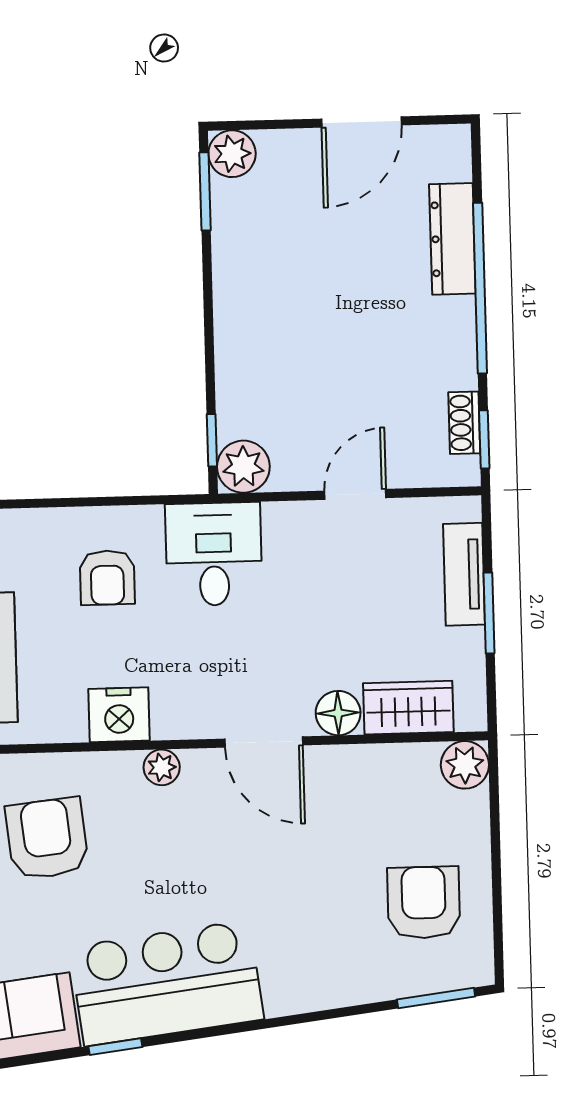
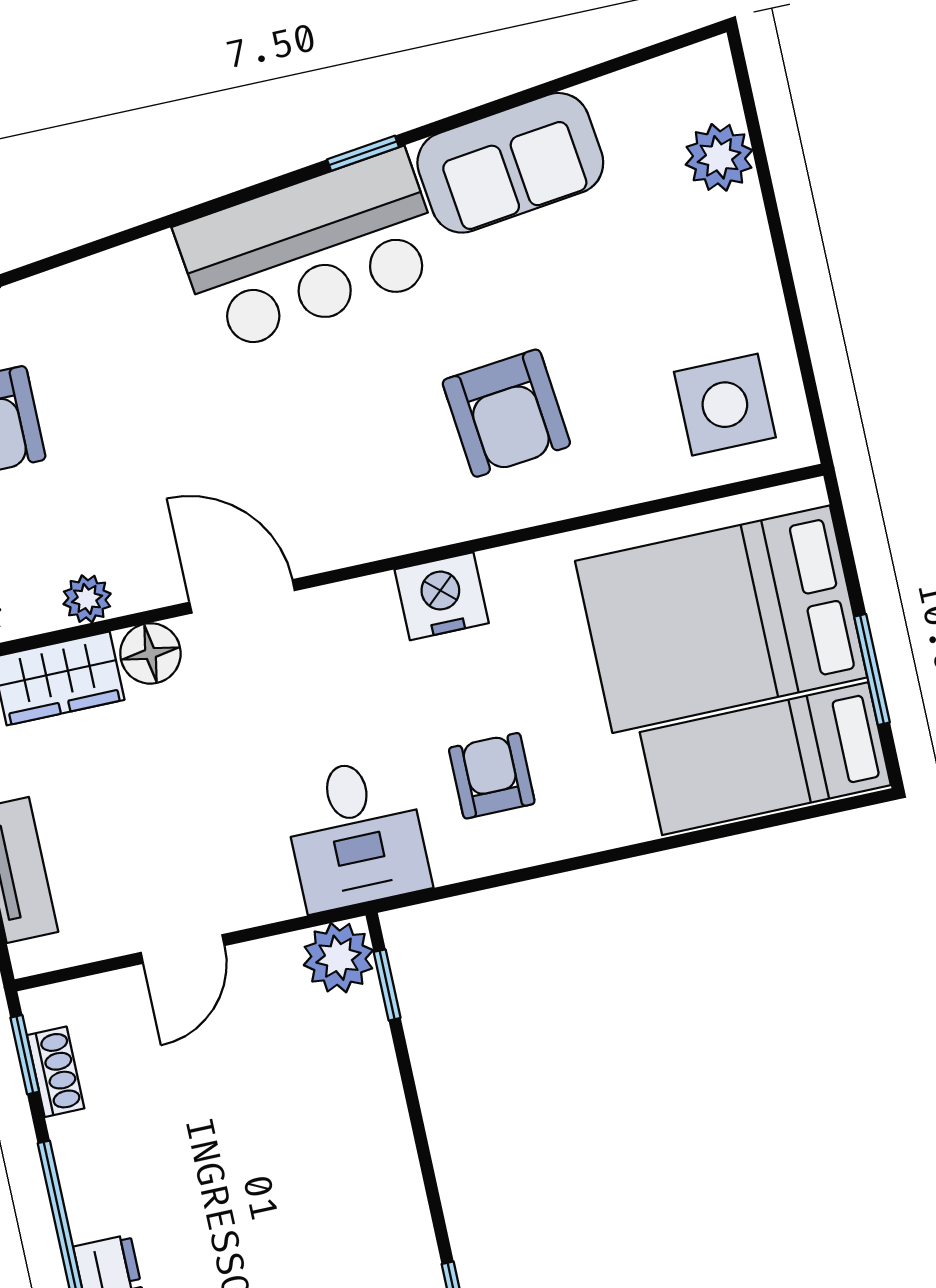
plant: (162, 767) -> (87, 599), moved

